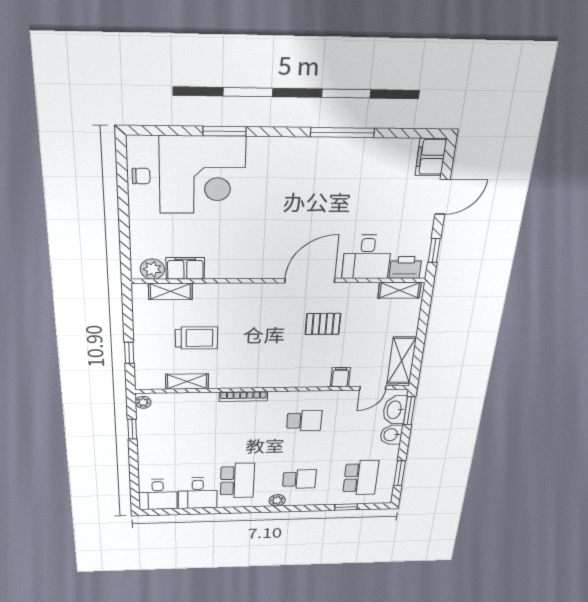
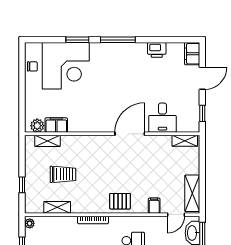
window: (342, 133) -> (118, 40), moved
printer: (405, 267) -> (157, 50), moved, turned 180
pallet: (323, 324) -> (120, 201), moved

